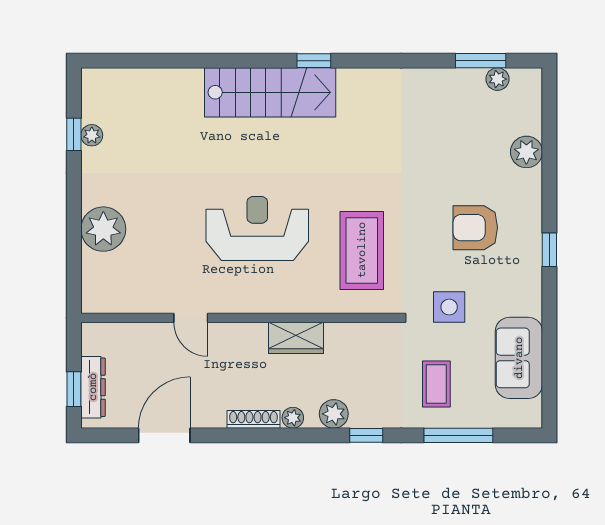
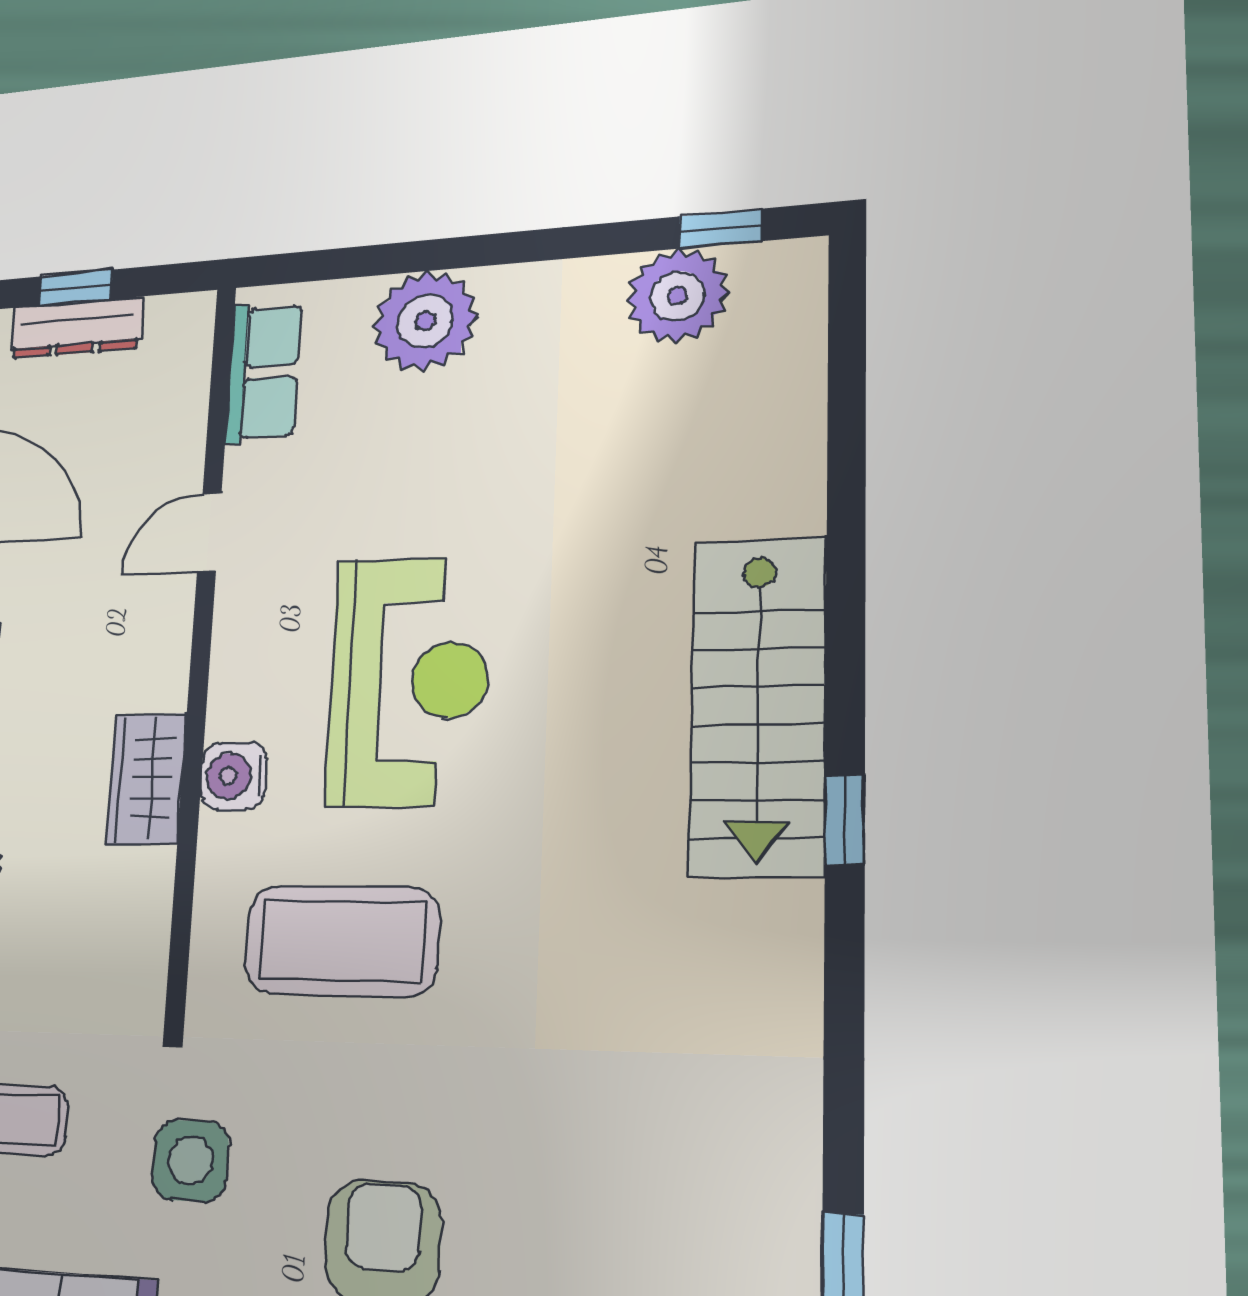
window: (74, 134) -> (720, 229), moved
plant: (92, 135) -> (677, 296), width x1.88, depth x1.88
row of seats: (121, 299) -> (263, 372), added
water cooler: (295, 300) -> (234, 776), added

